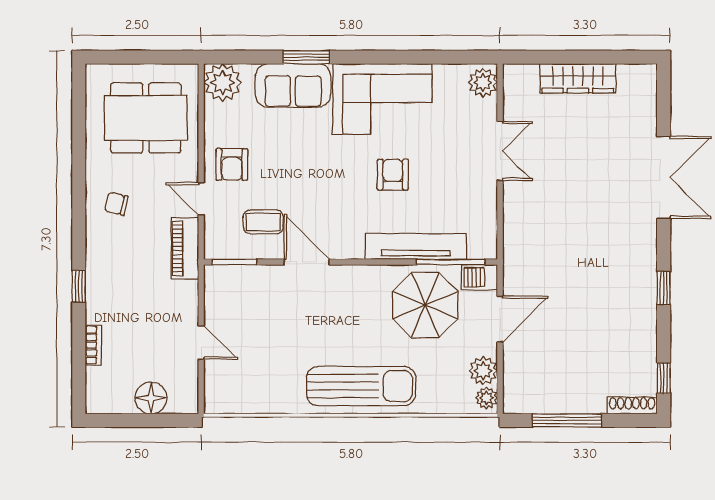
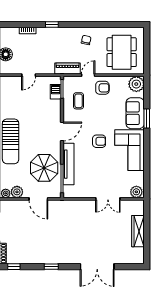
armchair: (232, 164) -> (102, 88), turned 180
armchair: (393, 175) -> (99, 141), moved
door: (307, 262) -> (62, 131), moved
barbecue: (480, 277) -> (56, 92), moved

